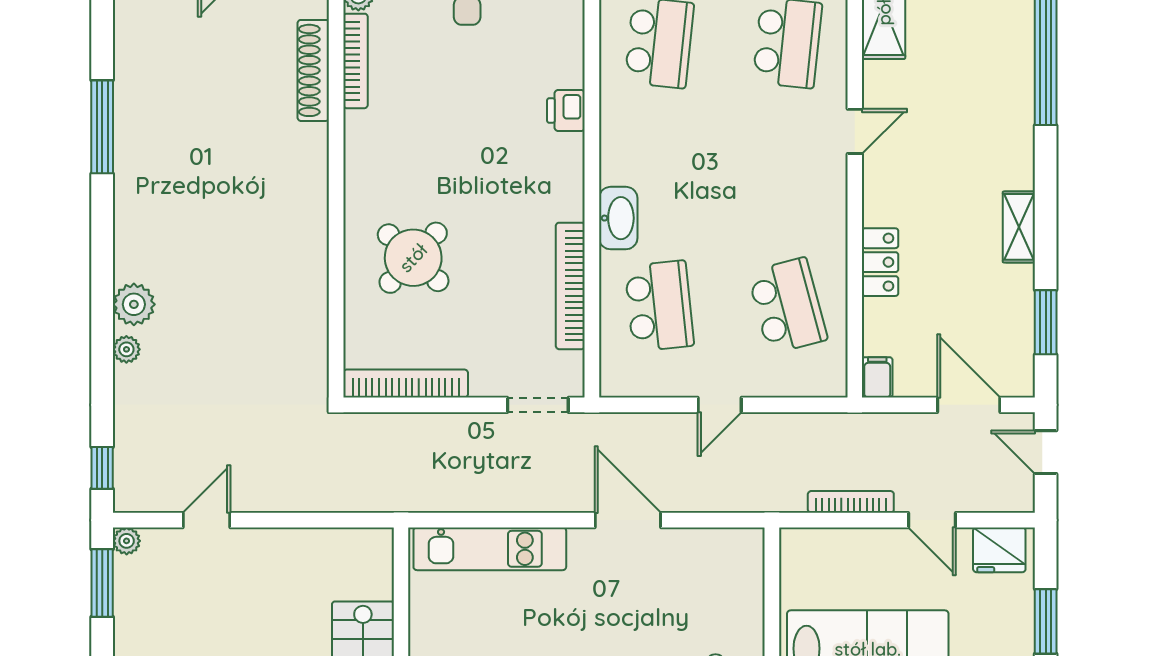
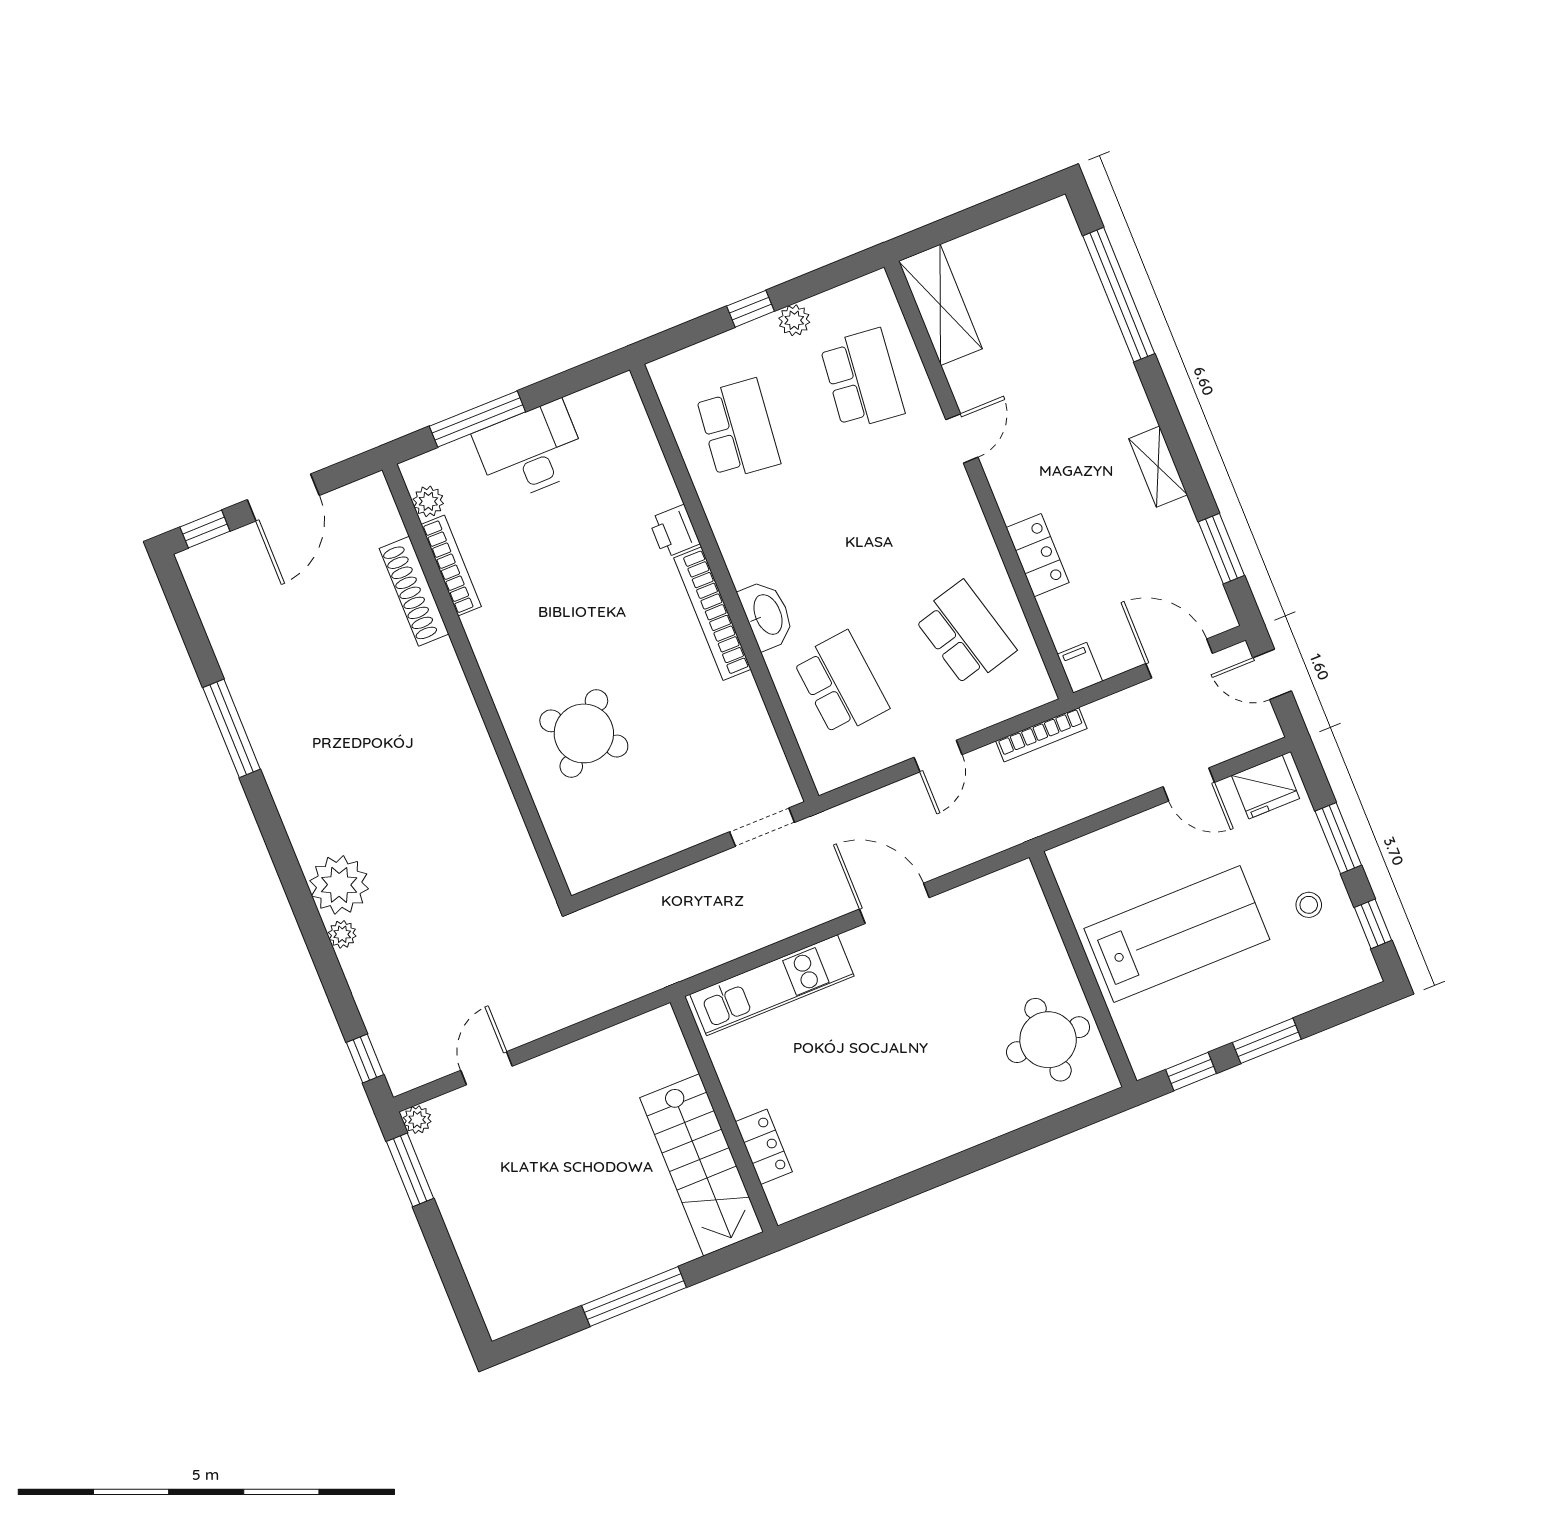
bookcase: (570, 286) -> (712, 614), moved
plant: (134, 304) -> (339, 885), width x1.36, depth x1.36
bookcase: (406, 384) -> (626, 858), removed
bookcase: (851, 502) -> (1041, 735), moved, turned 180

